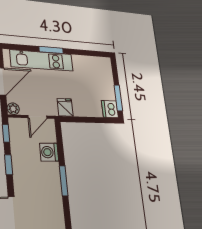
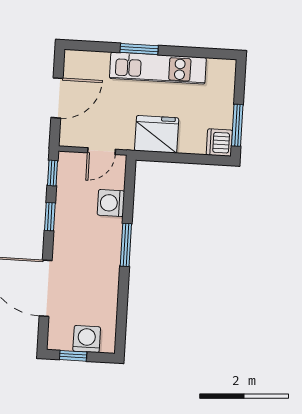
kitchen unit: (42, 60) -> (158, 68), moved
fridge: (65, 107) -> (157, 134), width x1.88, depth x1.34
plant: (13, 109) -> (68, 138), removed

